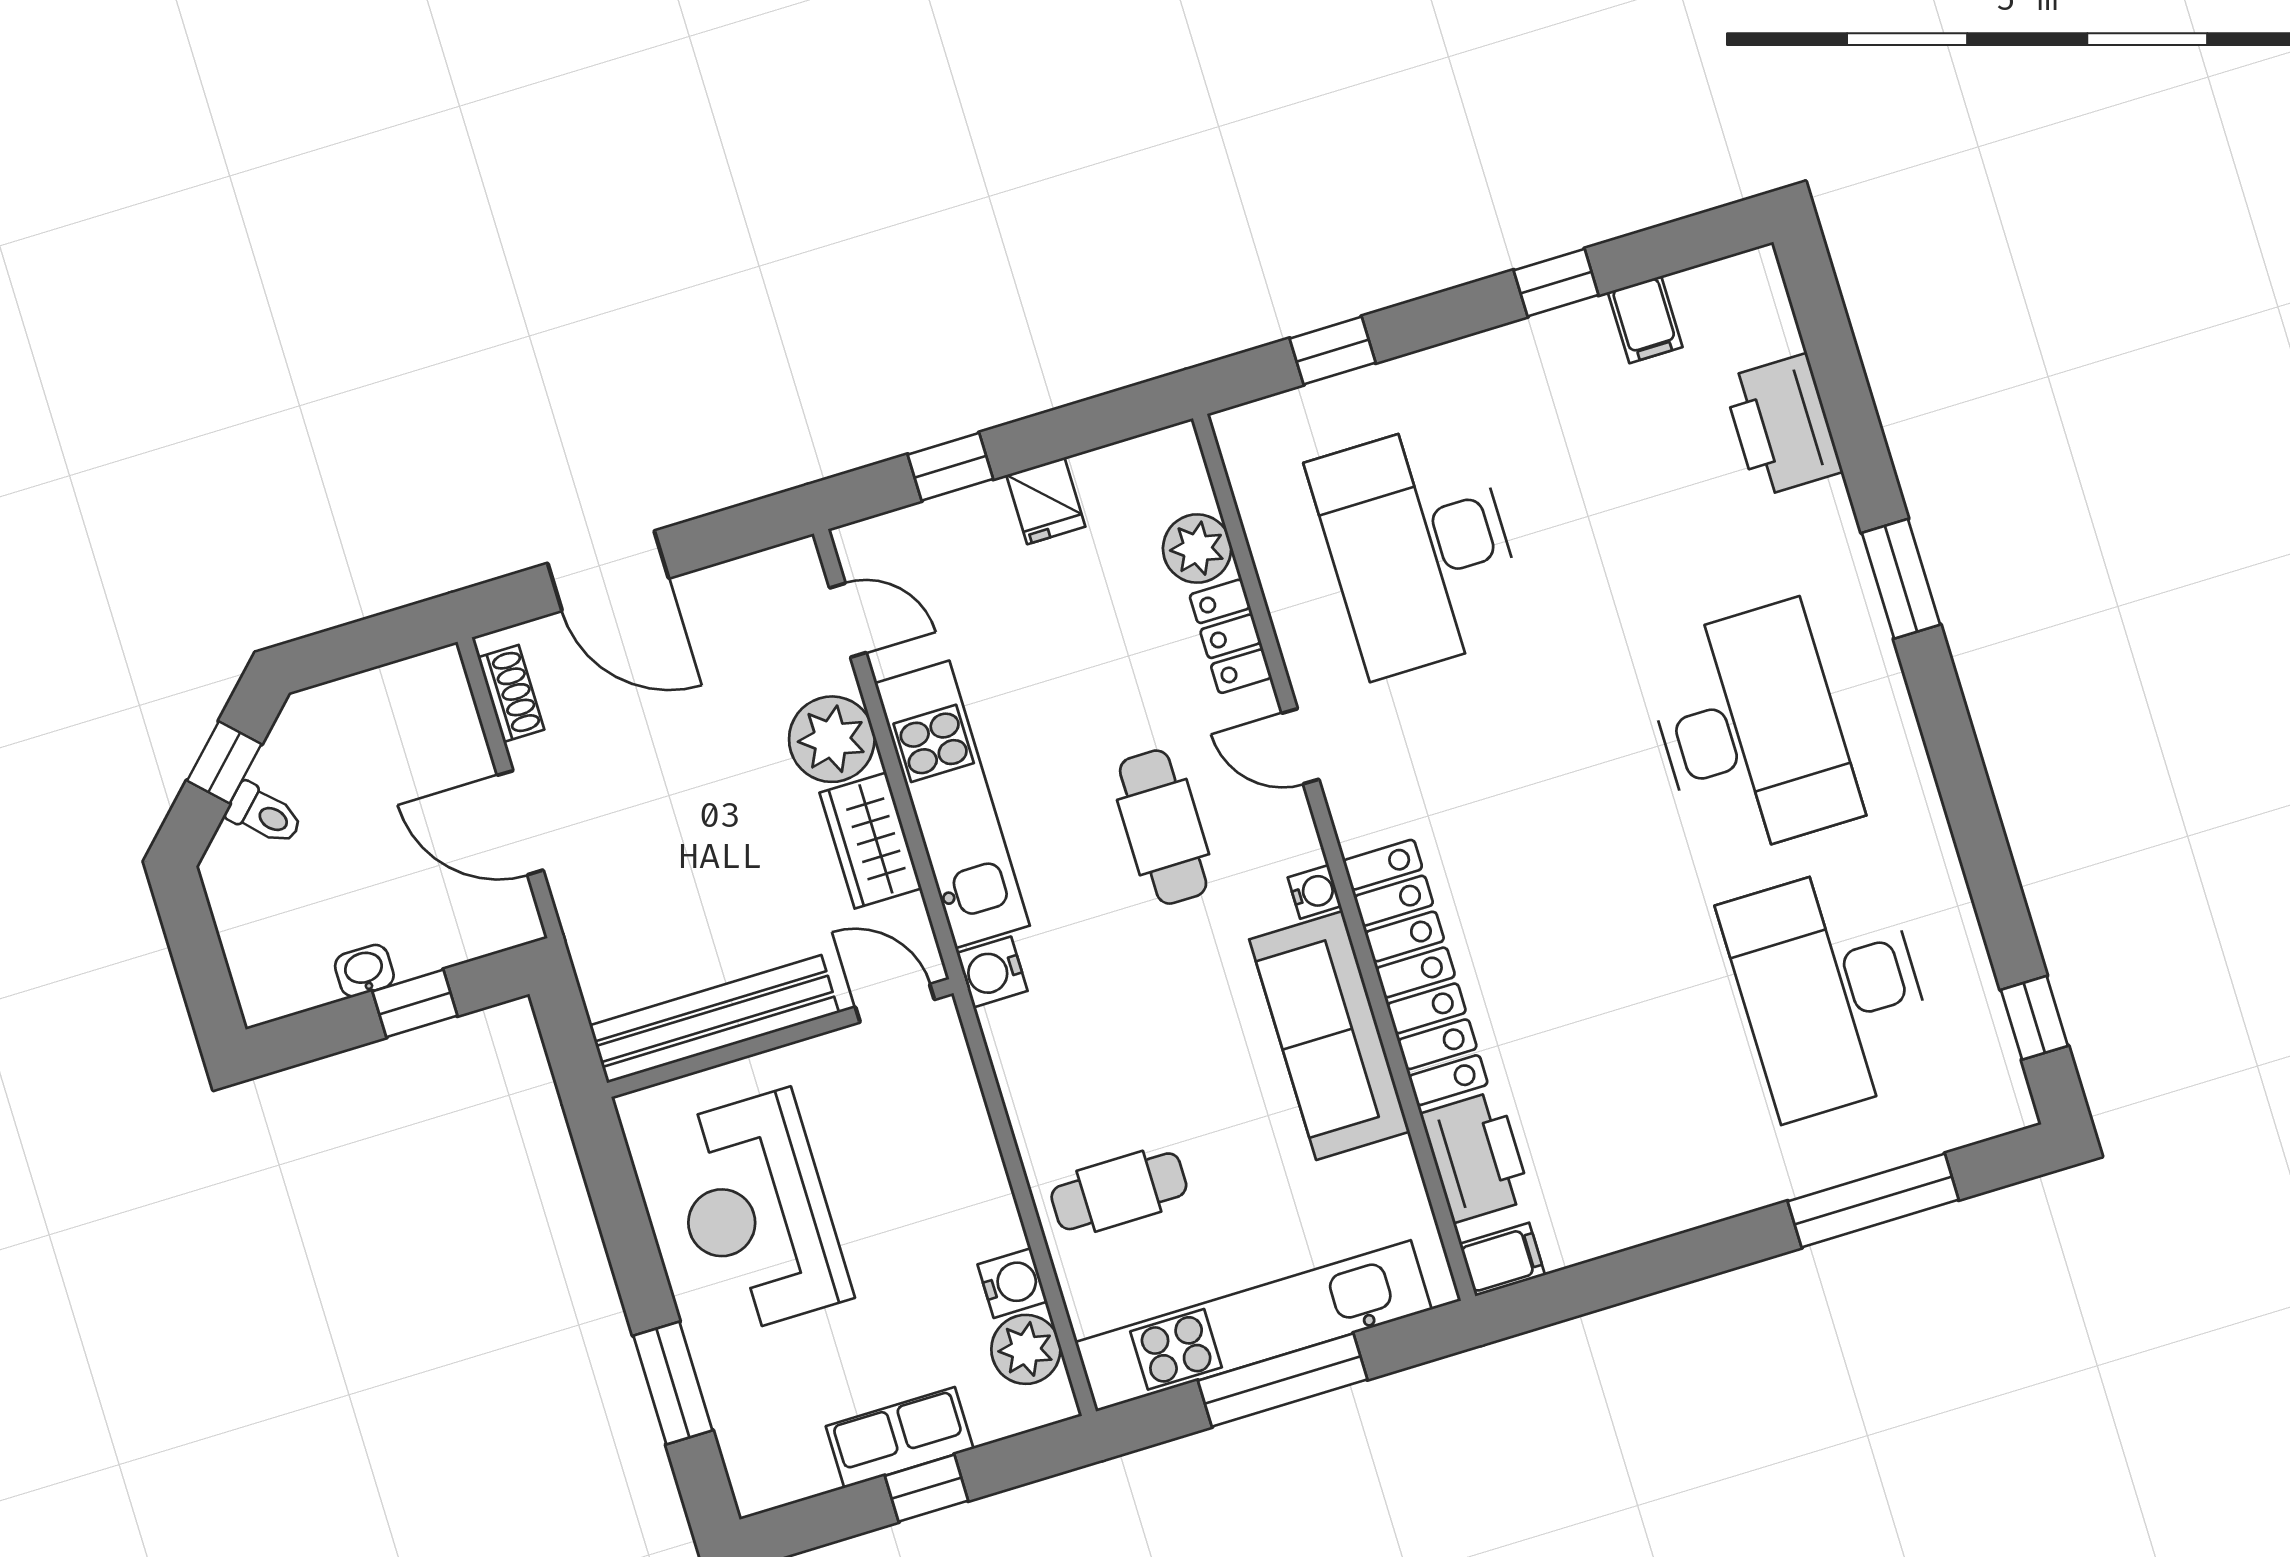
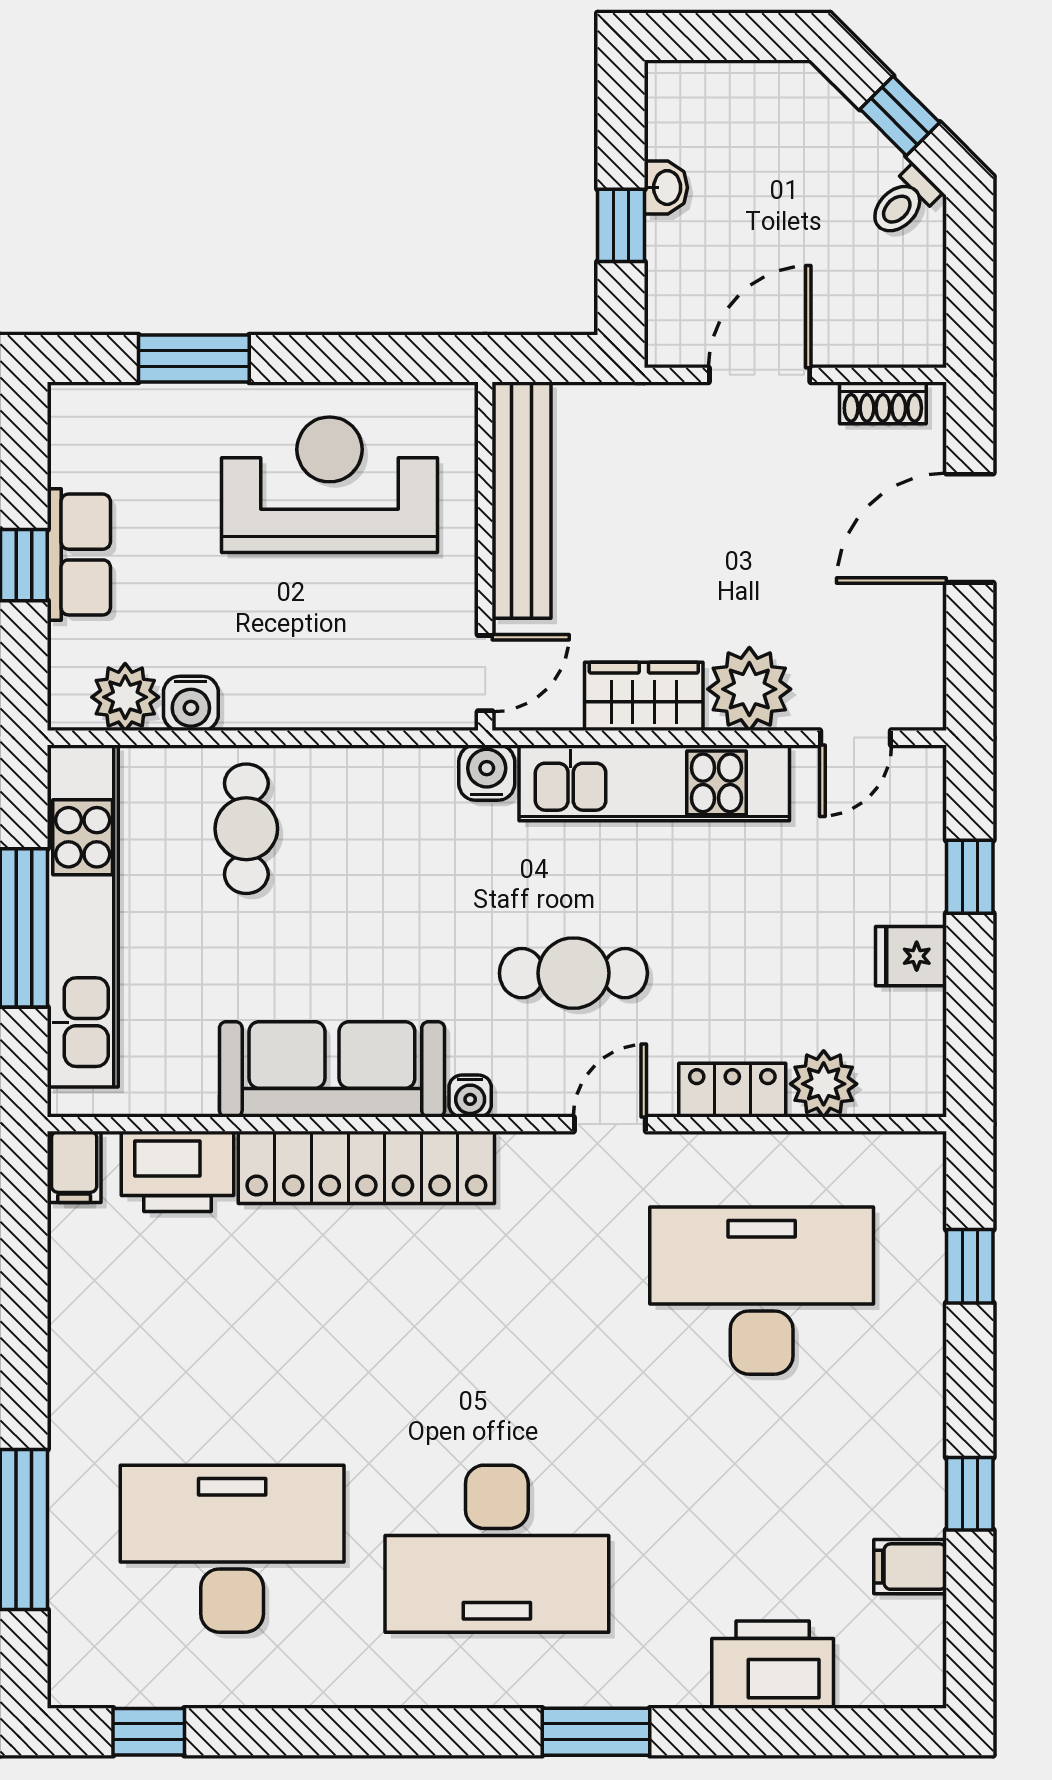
toilet: (264, 814) -> (904, 202), moved

